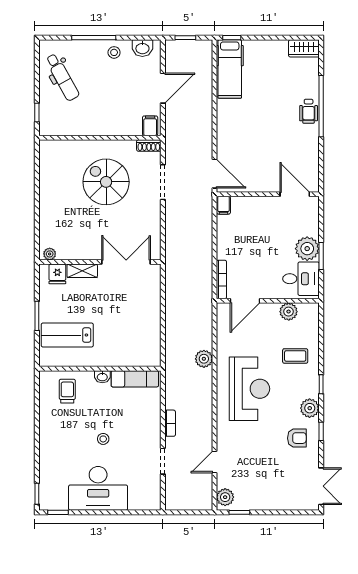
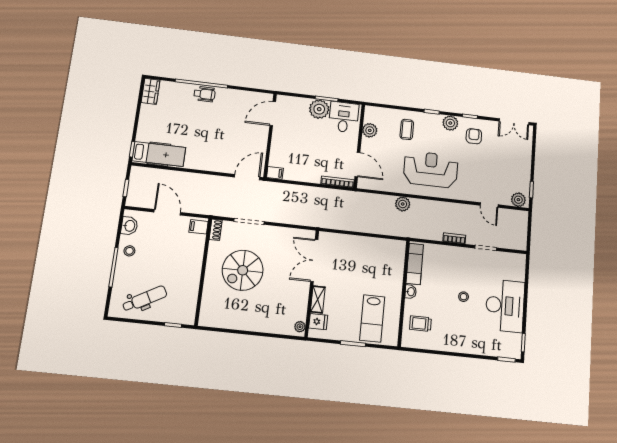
double door: (321, 486) -> (514, 122), swing flipped

